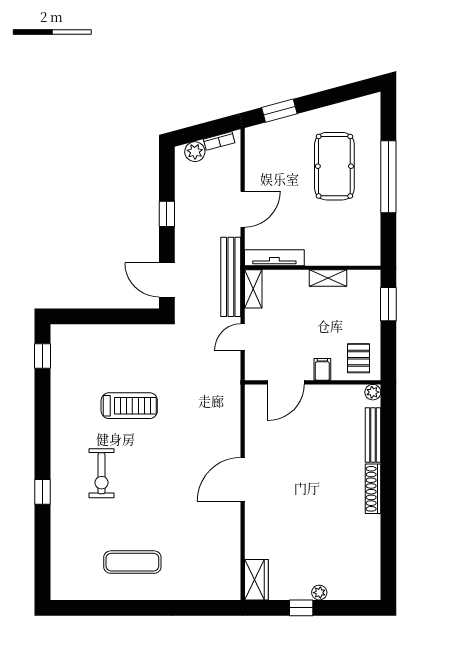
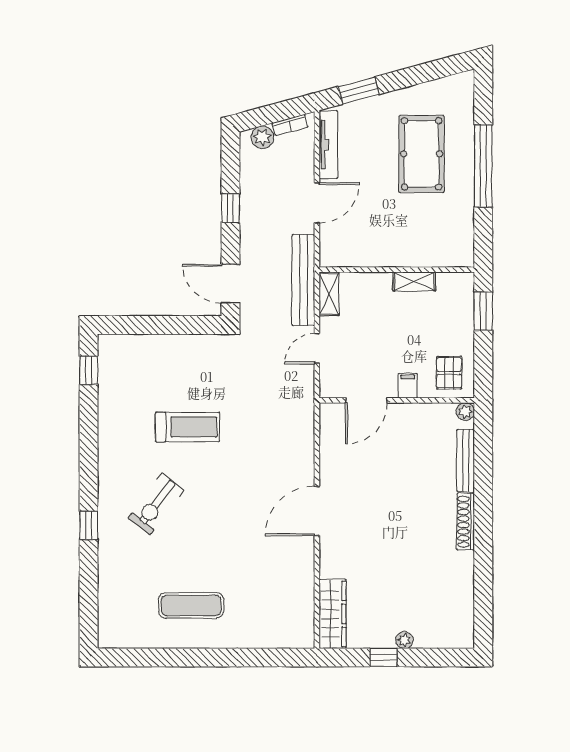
tv unit: (274, 258) -> (328, 145), moved, turned 90
exercise bike: (102, 473) -> (156, 504), turned 37
wardrobe: (256, 580) -> (333, 614), width x1.50

